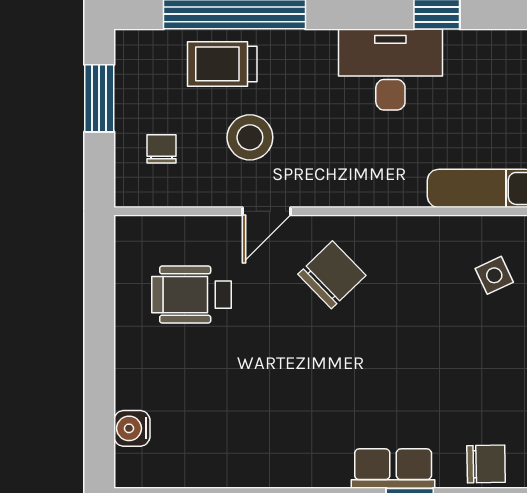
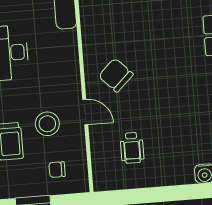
wheelchair: (192, 295) -> (132, 148), width x0.73, depth x0.73

